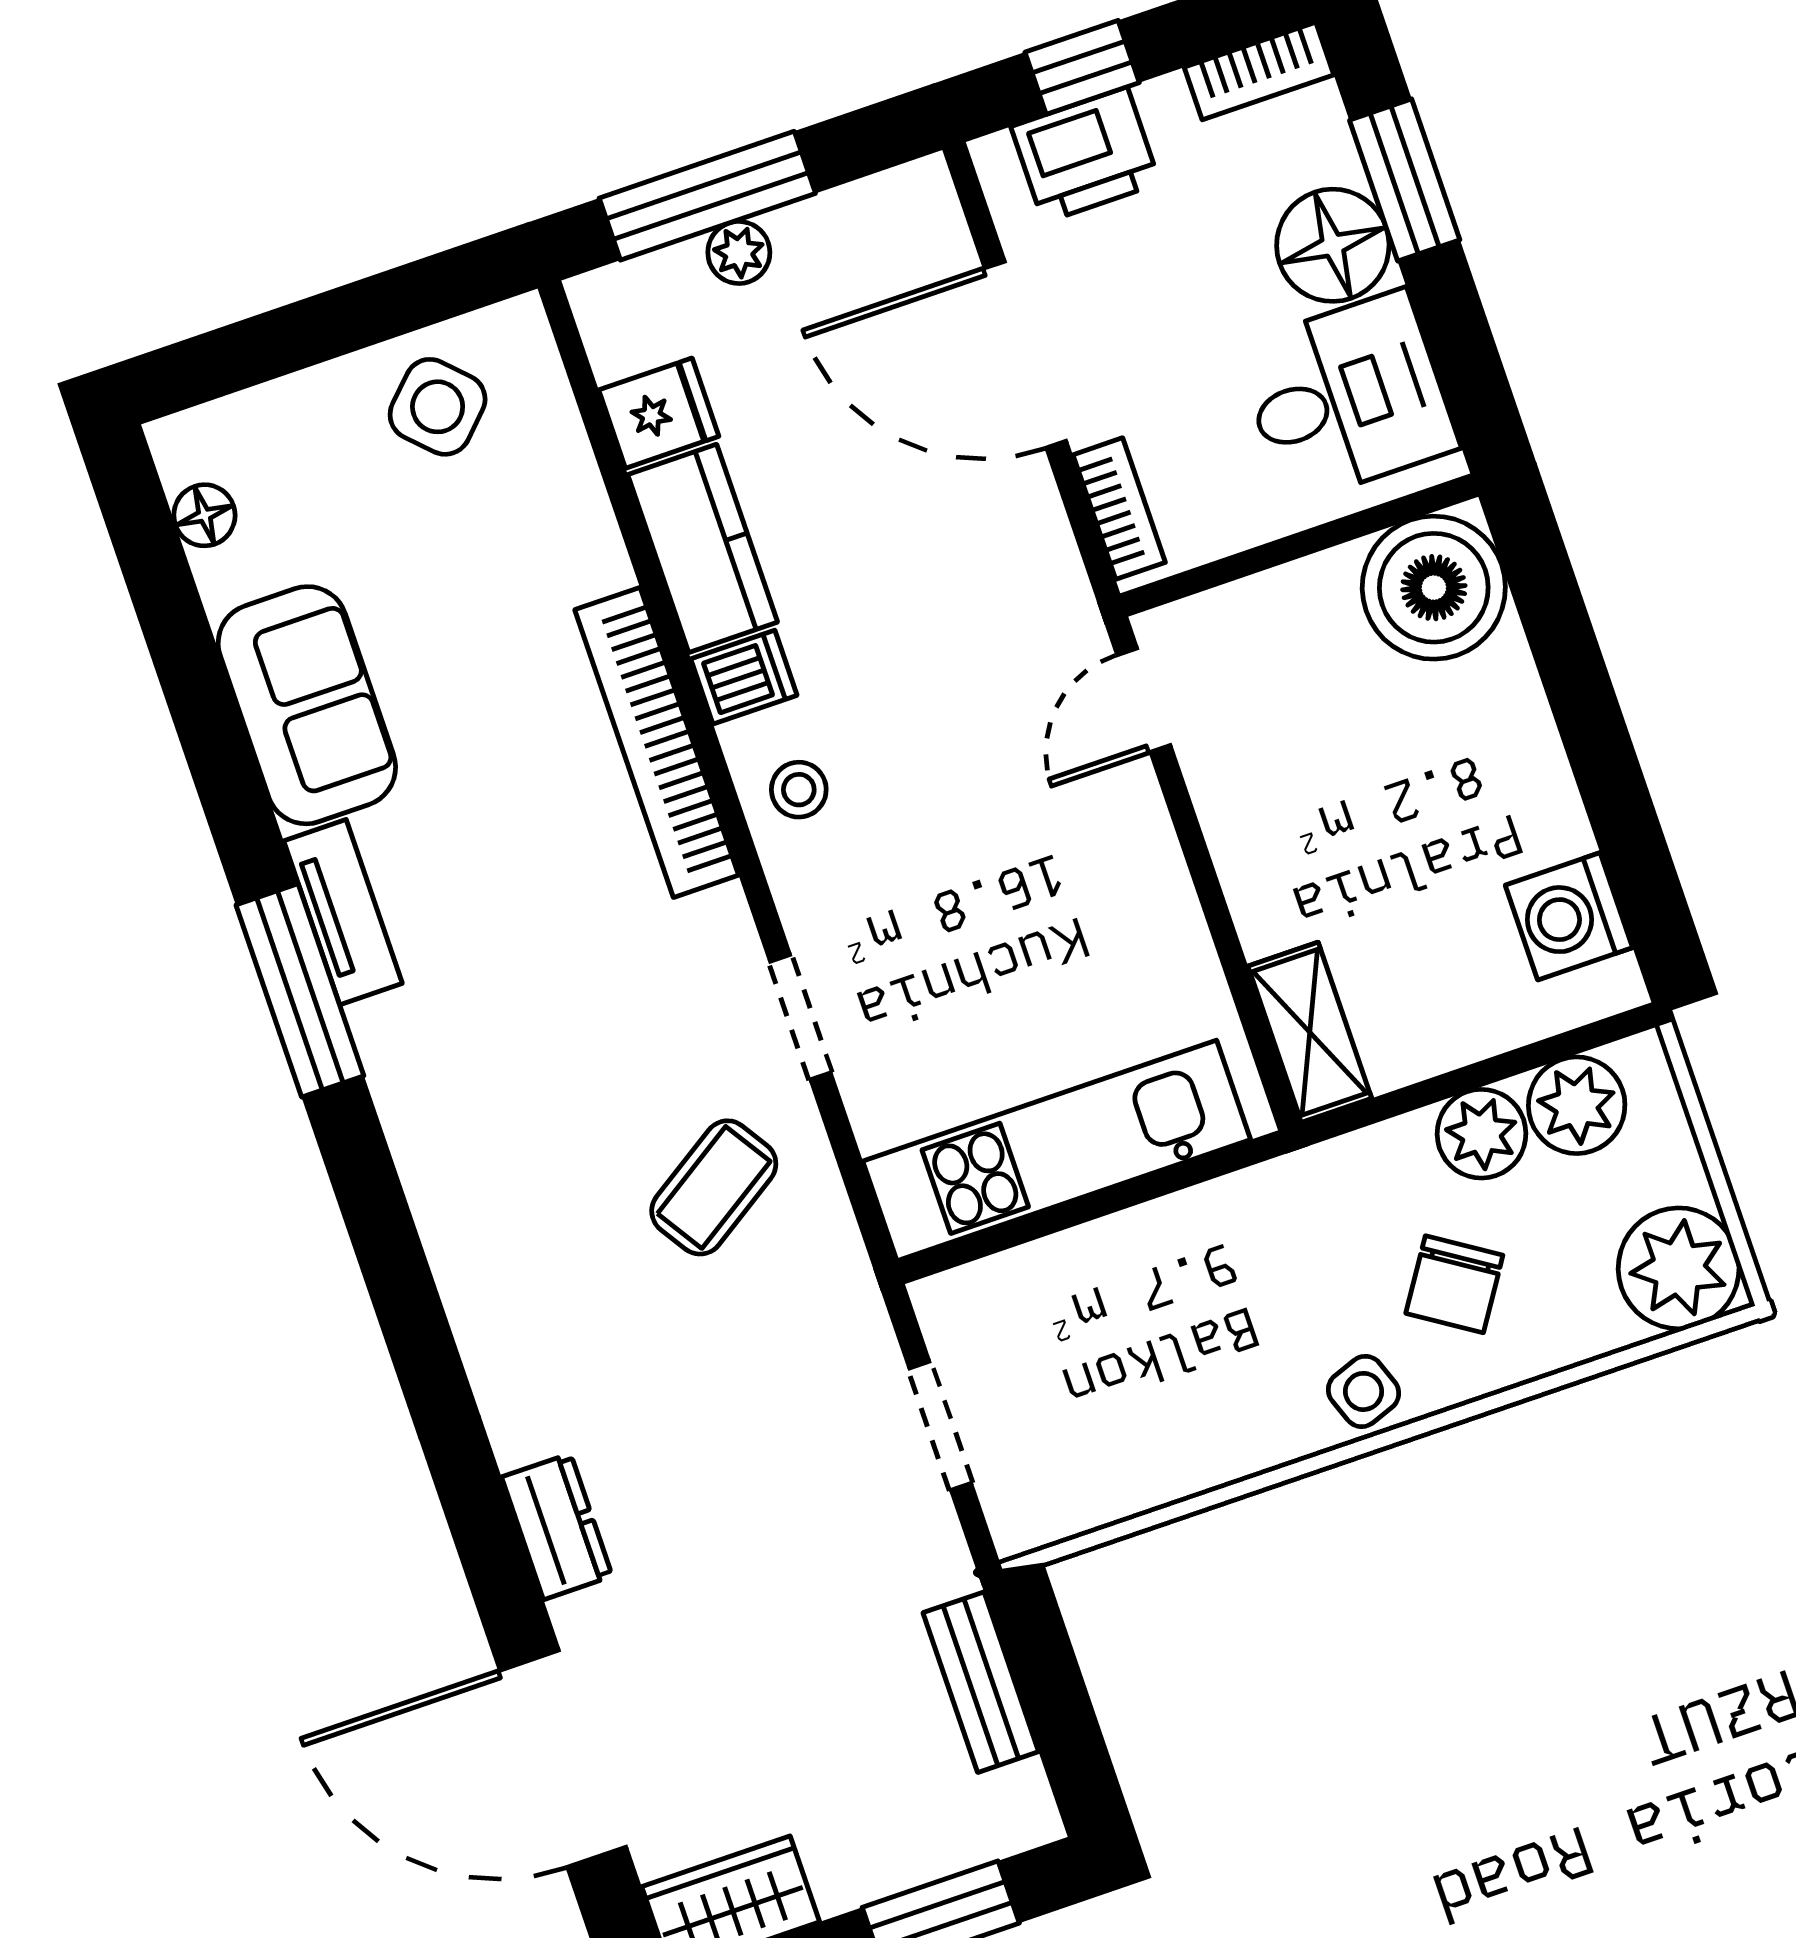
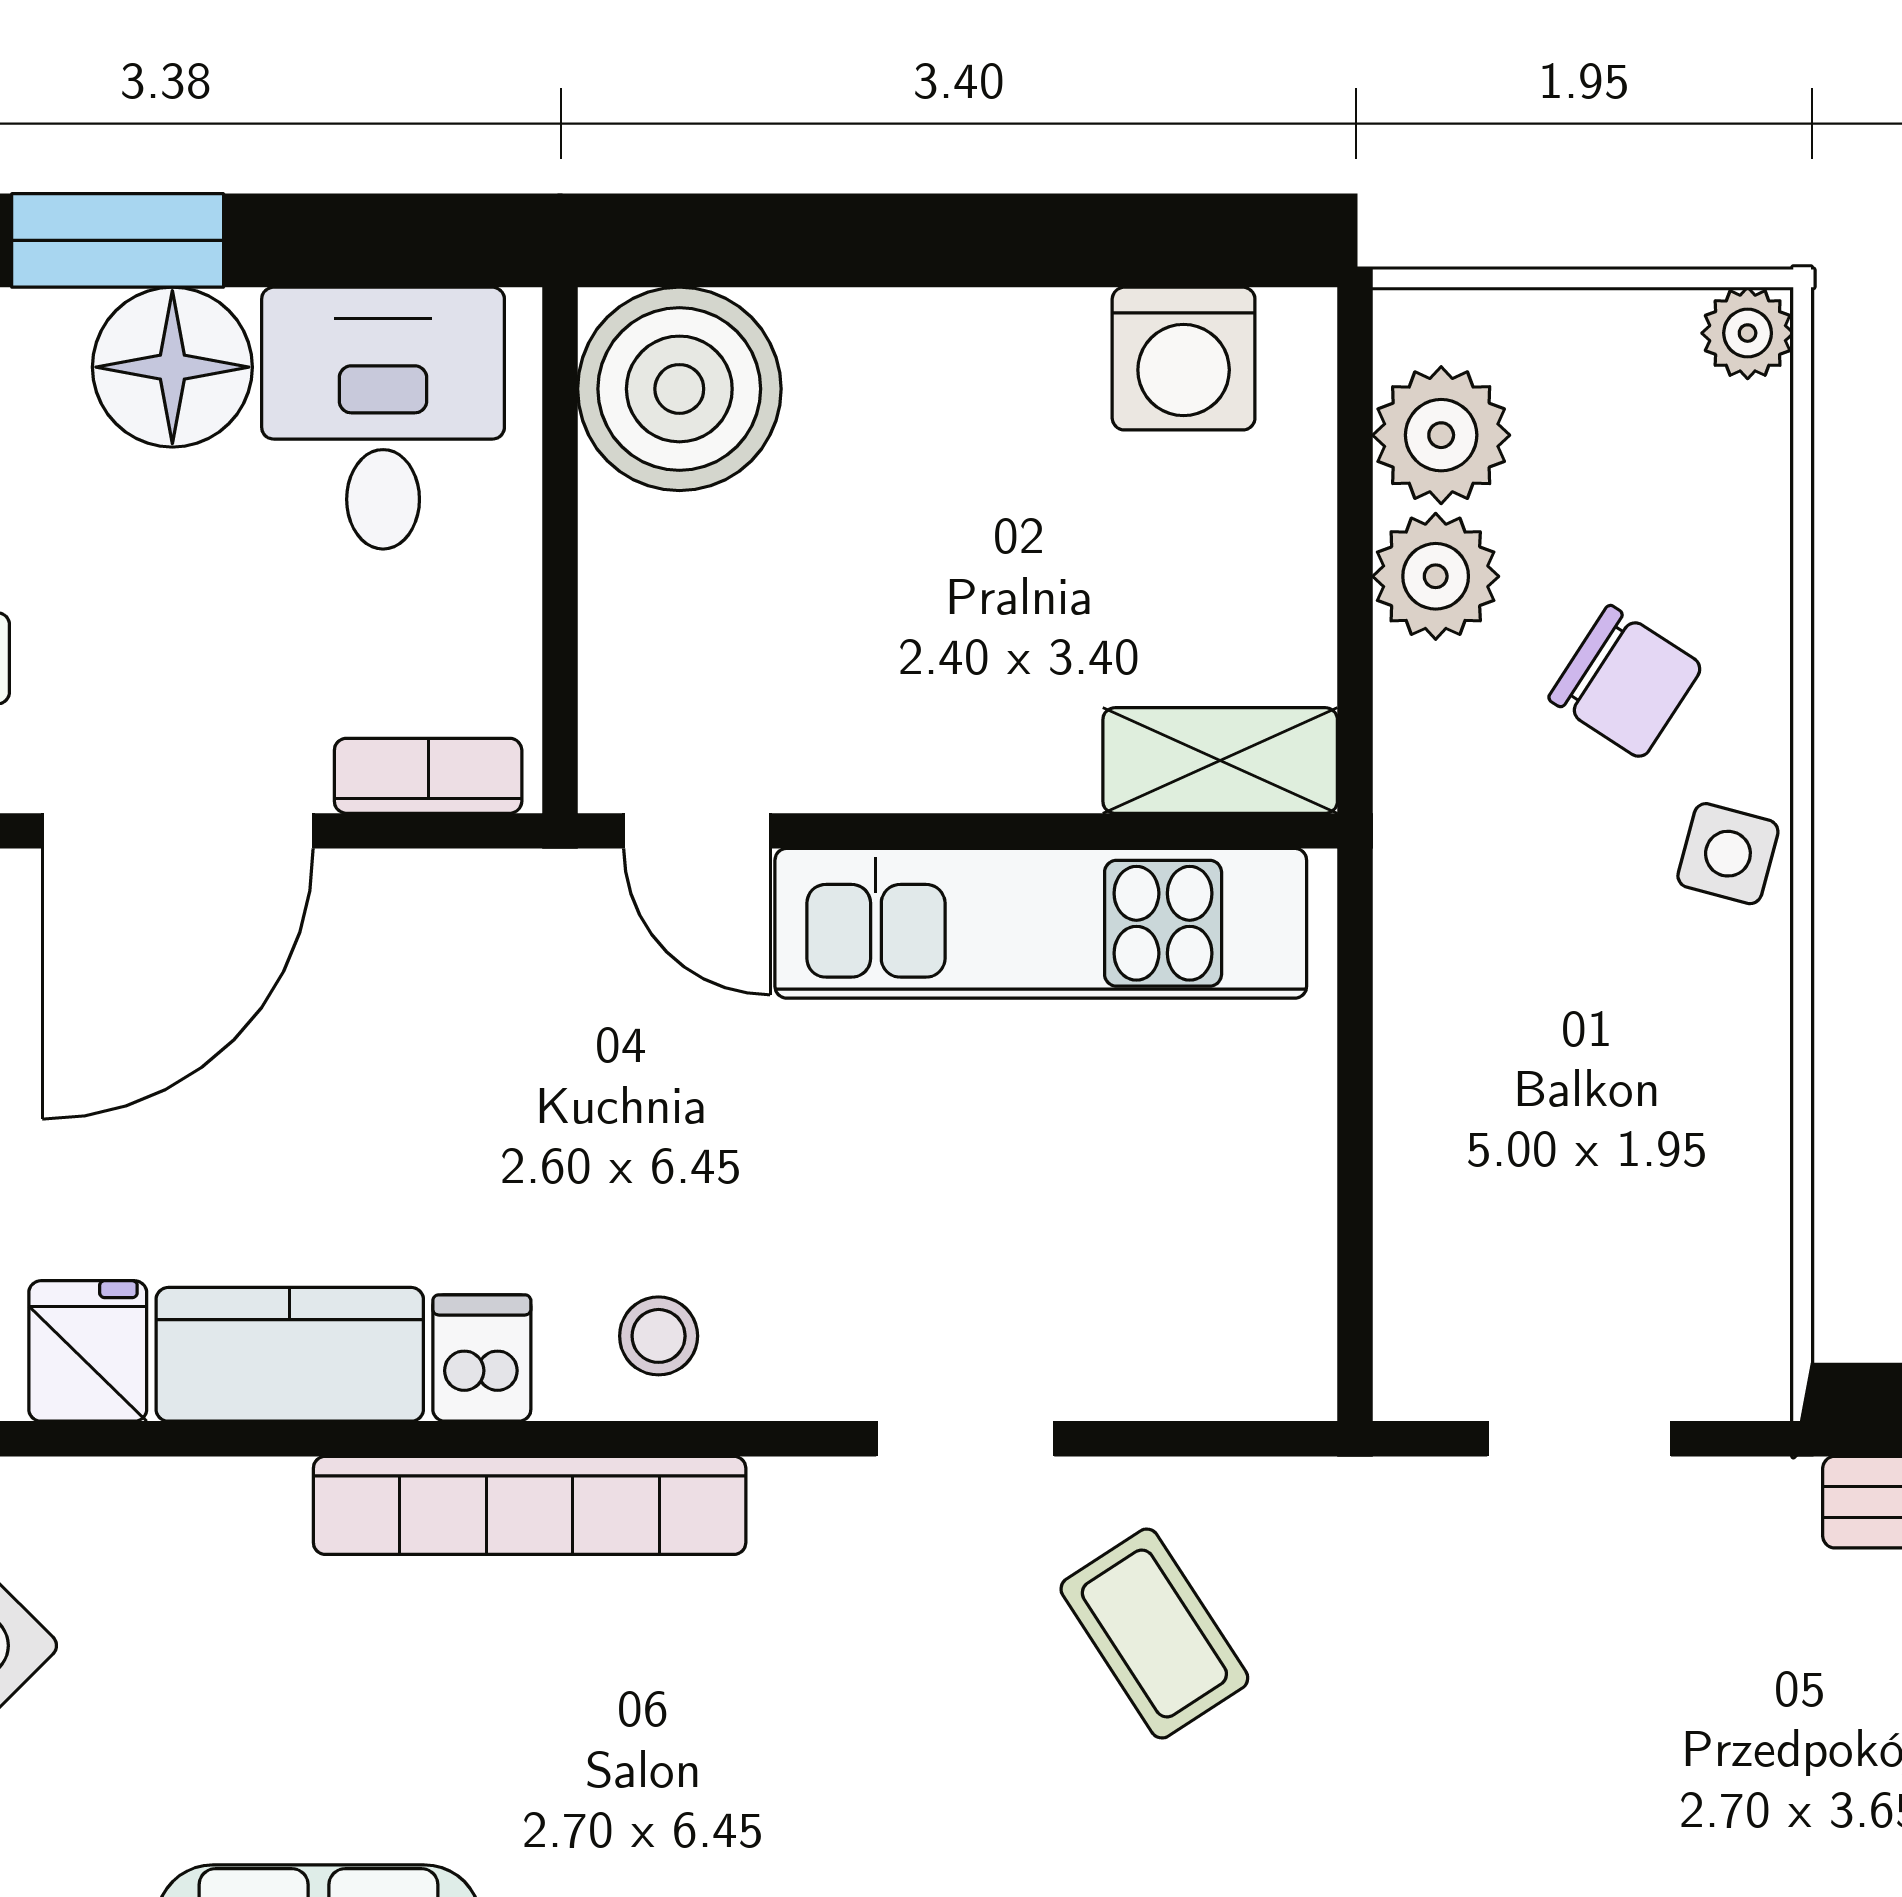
kitchen unit: (1057, 1150) -> (1041, 923), moved, turned -90
plant: (1679, 1268) -> (1748, 333), width x0.53, depth x0.53
side table: (1364, 1391) -> (1728, 854), turned 35

